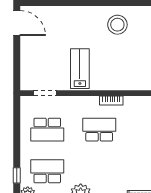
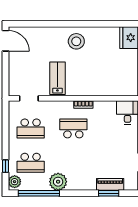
stool: (117, 25) -> (76, 41), moved
school desk: (47, 171) -> (31, 163), turned 180

